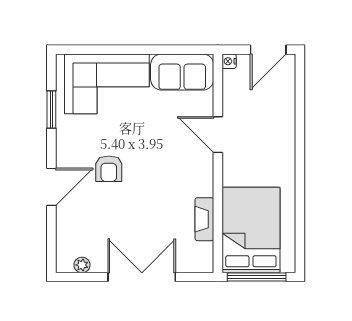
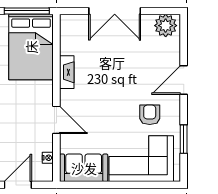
nightstand: (229, 61) -> (48, 158), moved
armchair: (109, 169) -> (150, 115), moved
fireplace: (204, 219) -> (67, 72), moved
plant: (82, 265) -> (166, 26), width x1.87, depth x1.87

